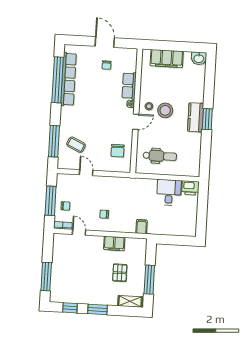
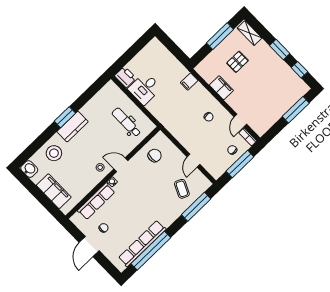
row of seats: (129, 86) -> (96, 201), width x1.48
stool: (165, 110) -> (54, 153), moved

